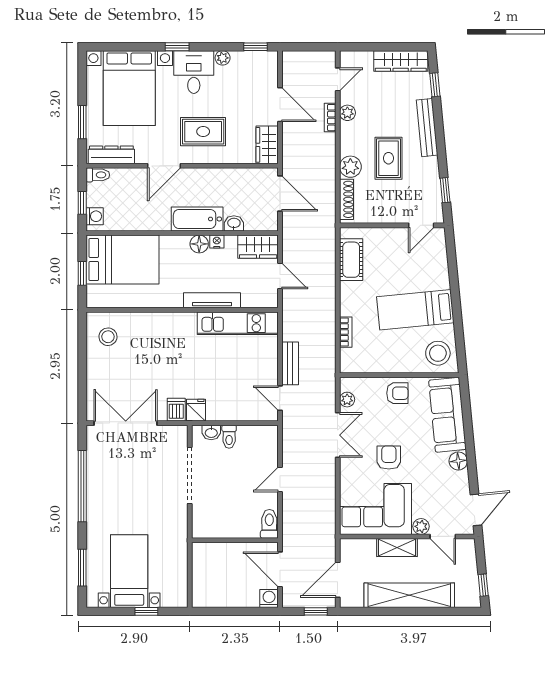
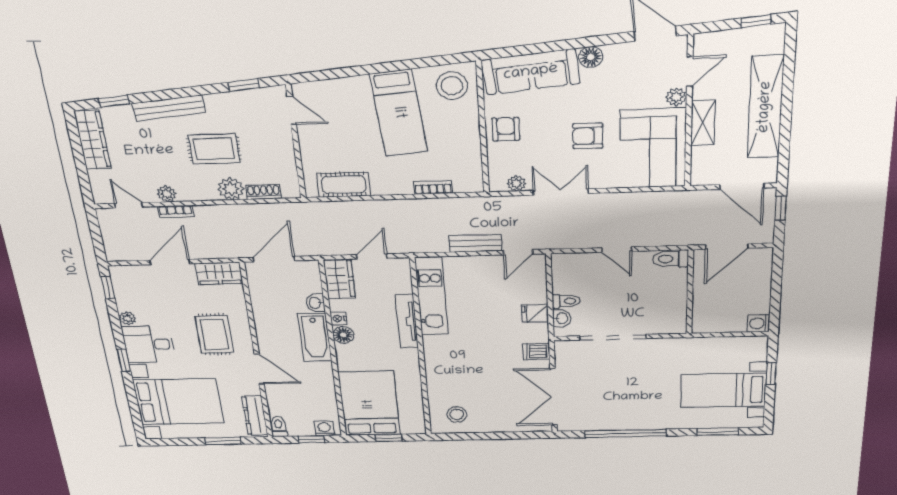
shoe rack: (347, 199) -> (264, 192), width x0.70
fridge: (196, 410) -> (535, 313), moved
washing machine: (269, 598) -> (758, 323), moved

